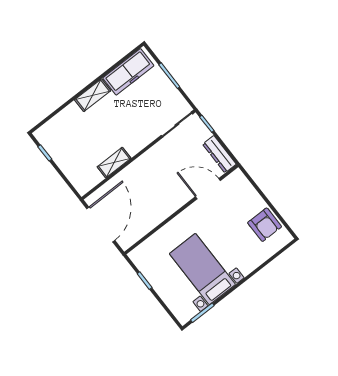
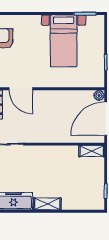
shelving: (114, 163) -> (92, 151), moved
plant: (125, 242) -> (99, 95), added

